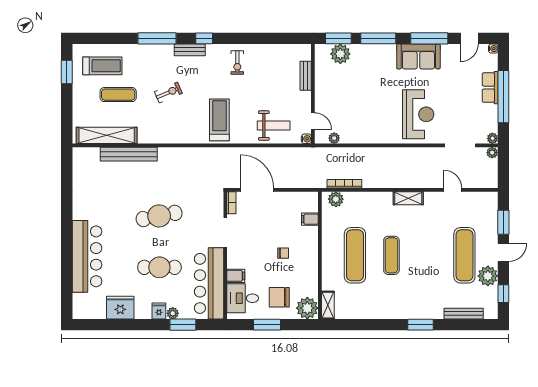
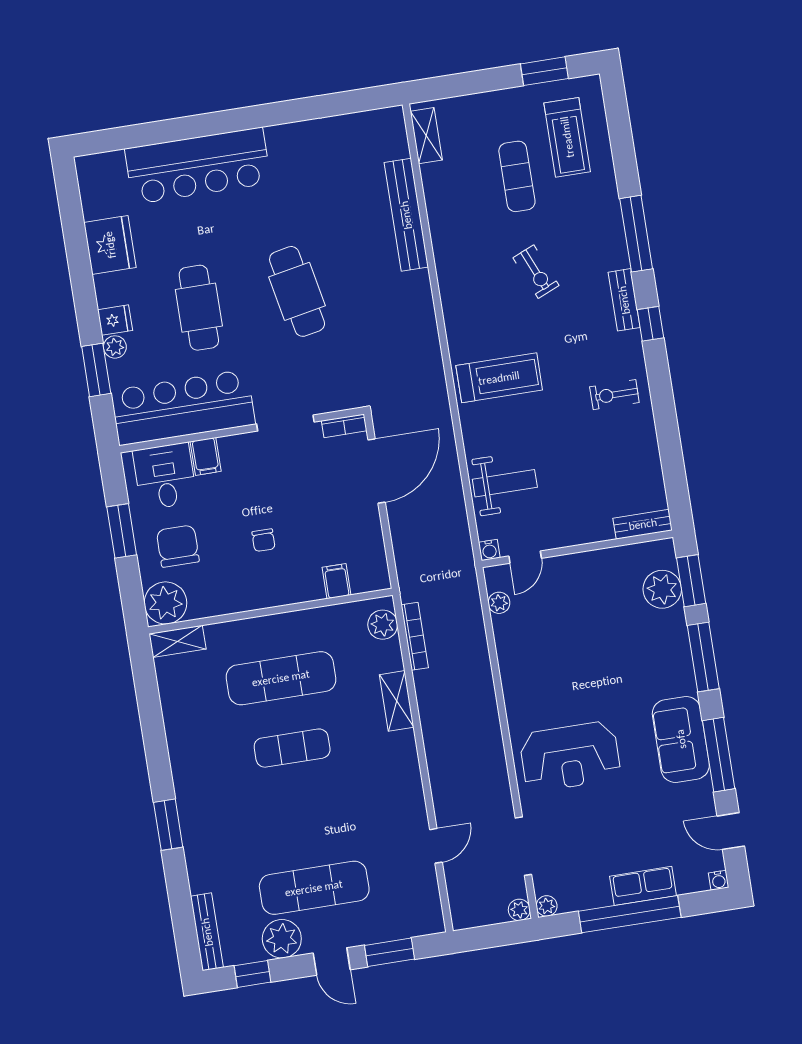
bench: (306, 76) -> (643, 524), moved
weight bench: (274, 126) -> (505, 483), turned -90
shelving: (107, 135) -> (426, 136), width x0.45, depth x0.75
shelving: (408, 198) -> (397, 701), moved
bench: (464, 314) -> (207, 932), moved

